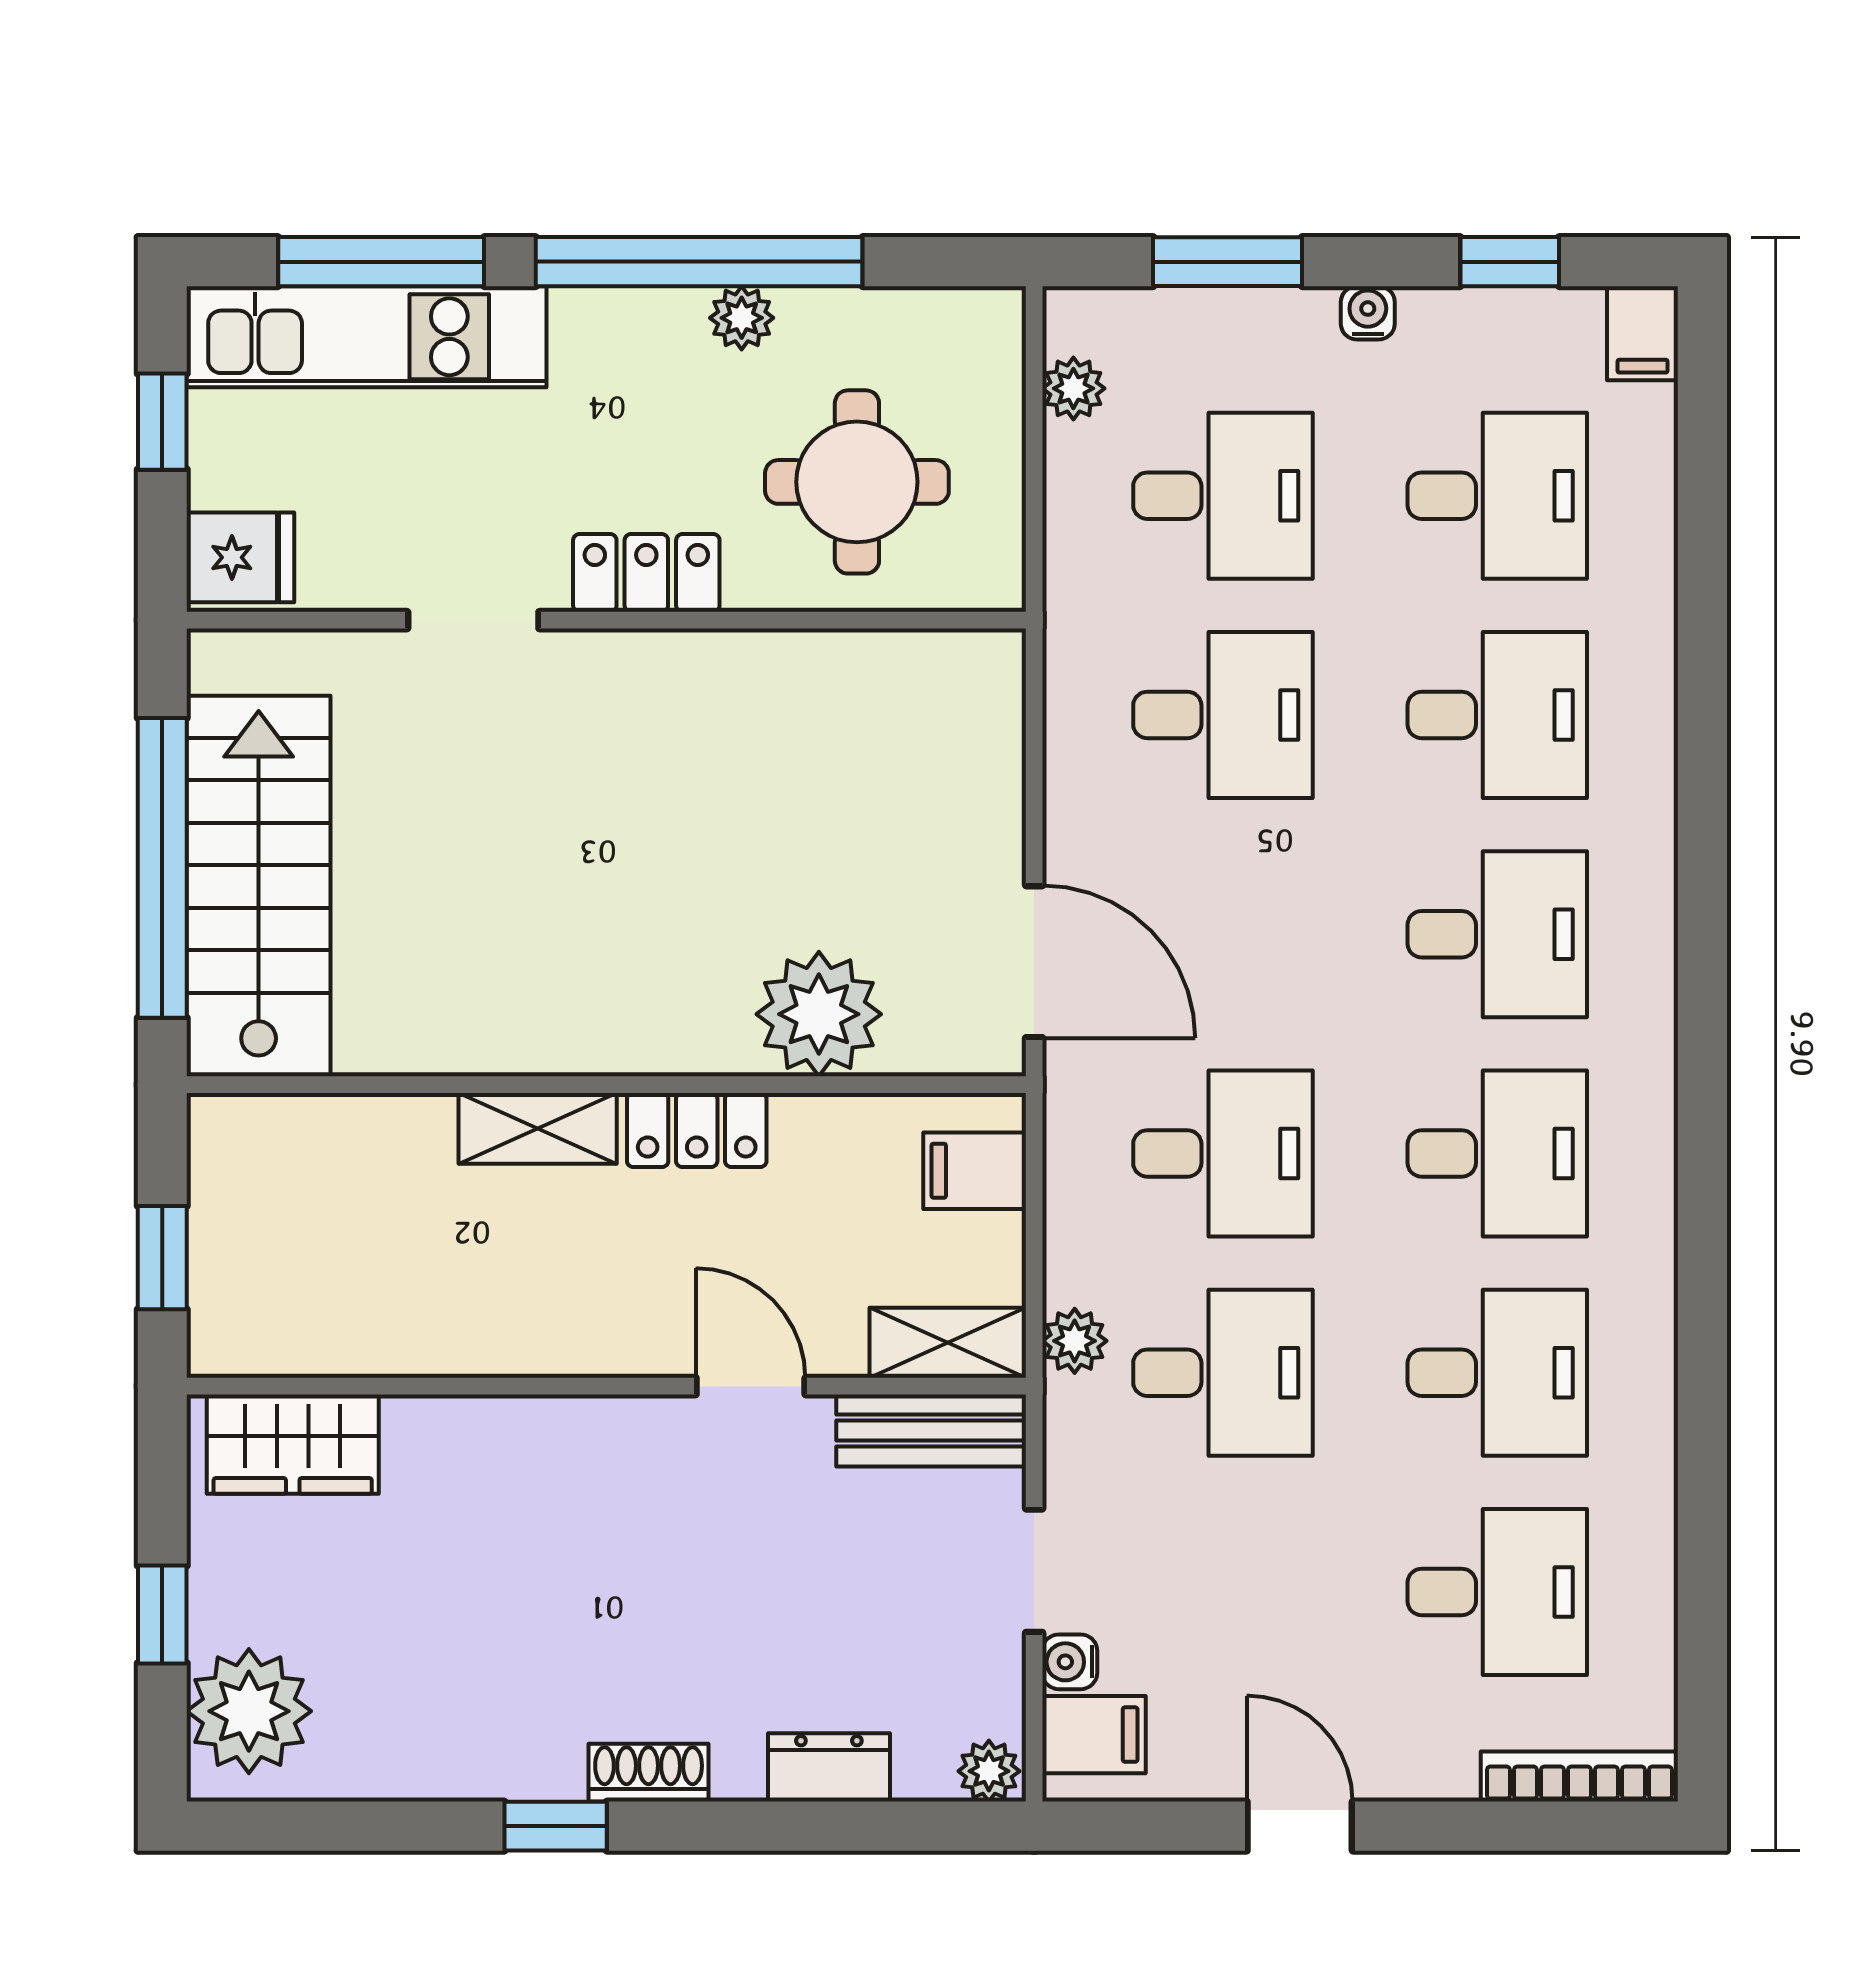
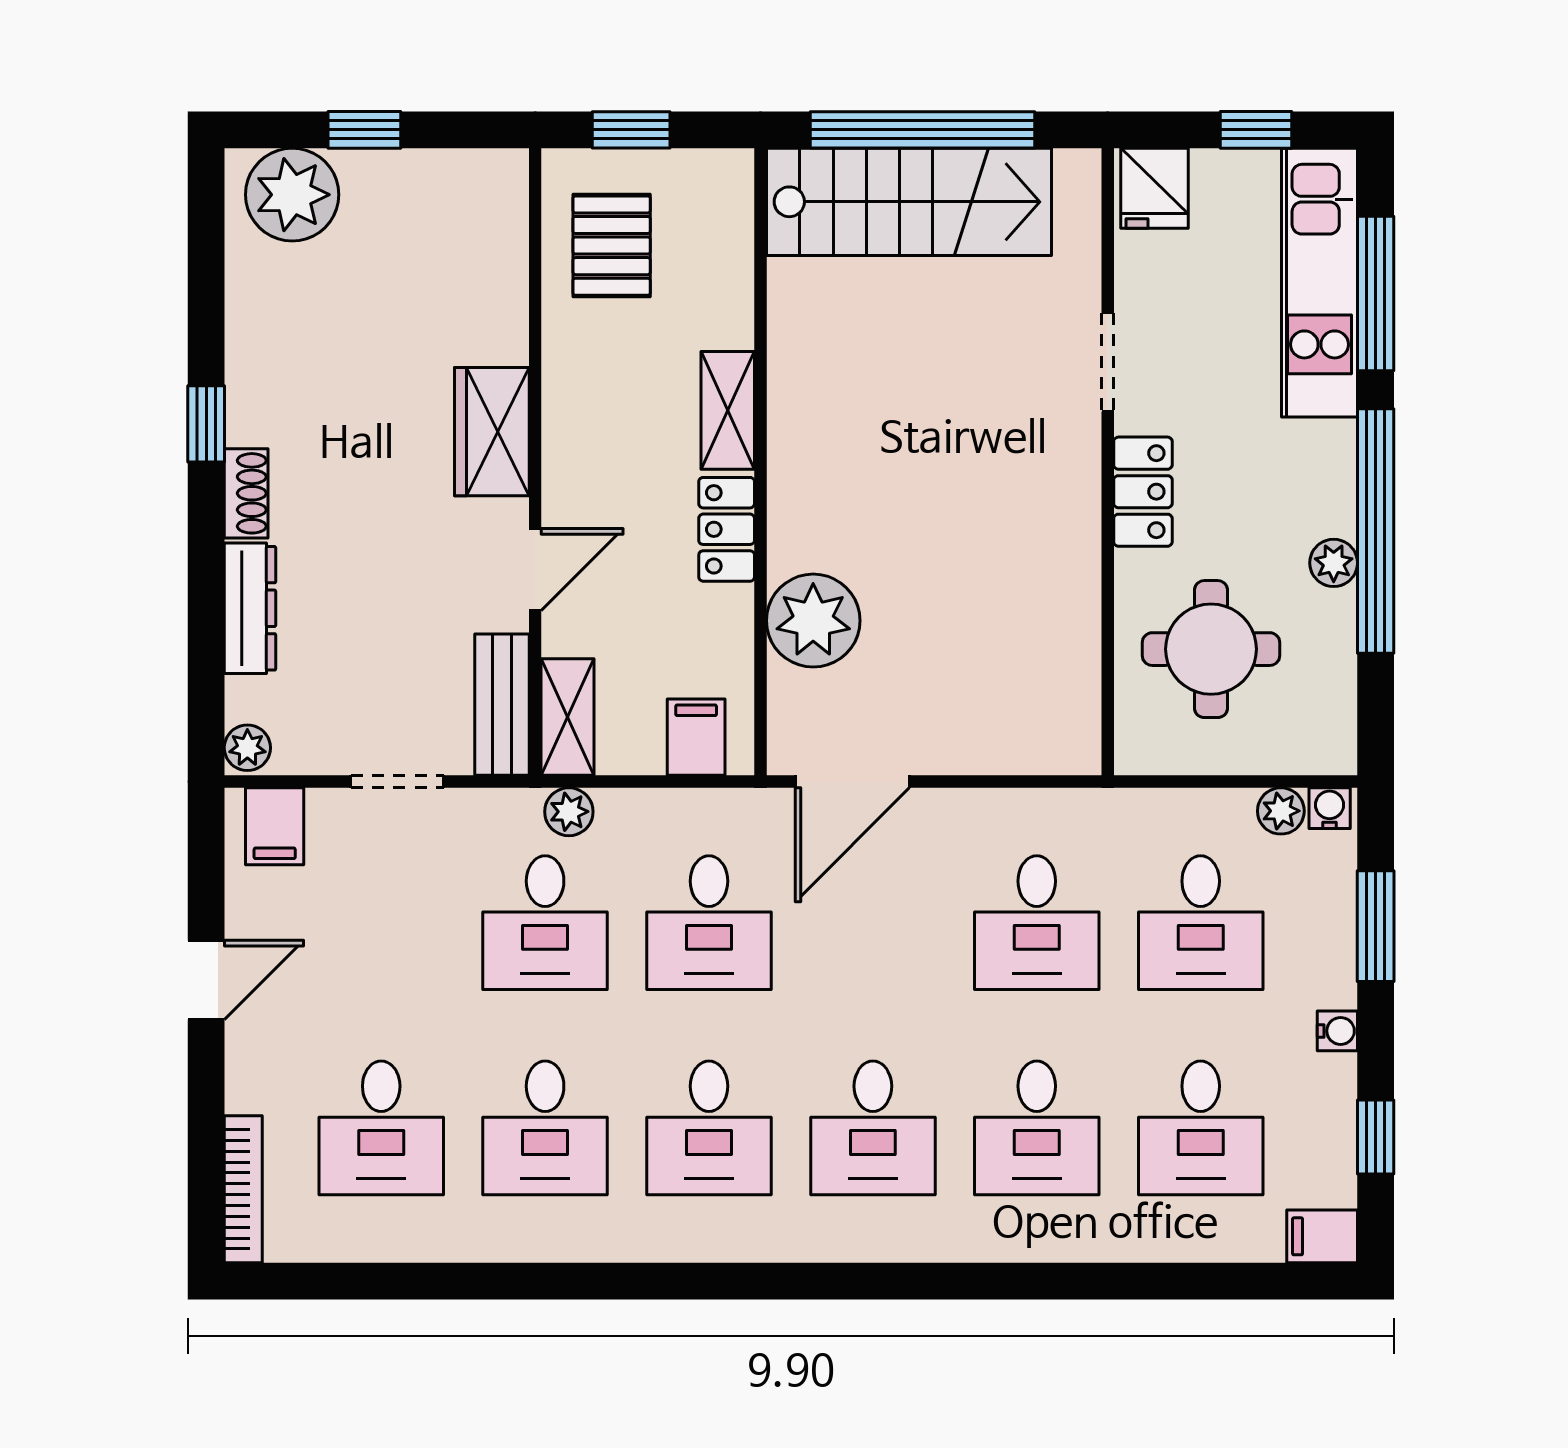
pallet: (317, 1284) -> (612, 246), added
wardrobe: (293, 1444) -> (492, 432), moved
water cooler: (1070, 1662) -> (1330, 808), moved
dresser: (829, 1767) -> (250, 608), width x1.44

